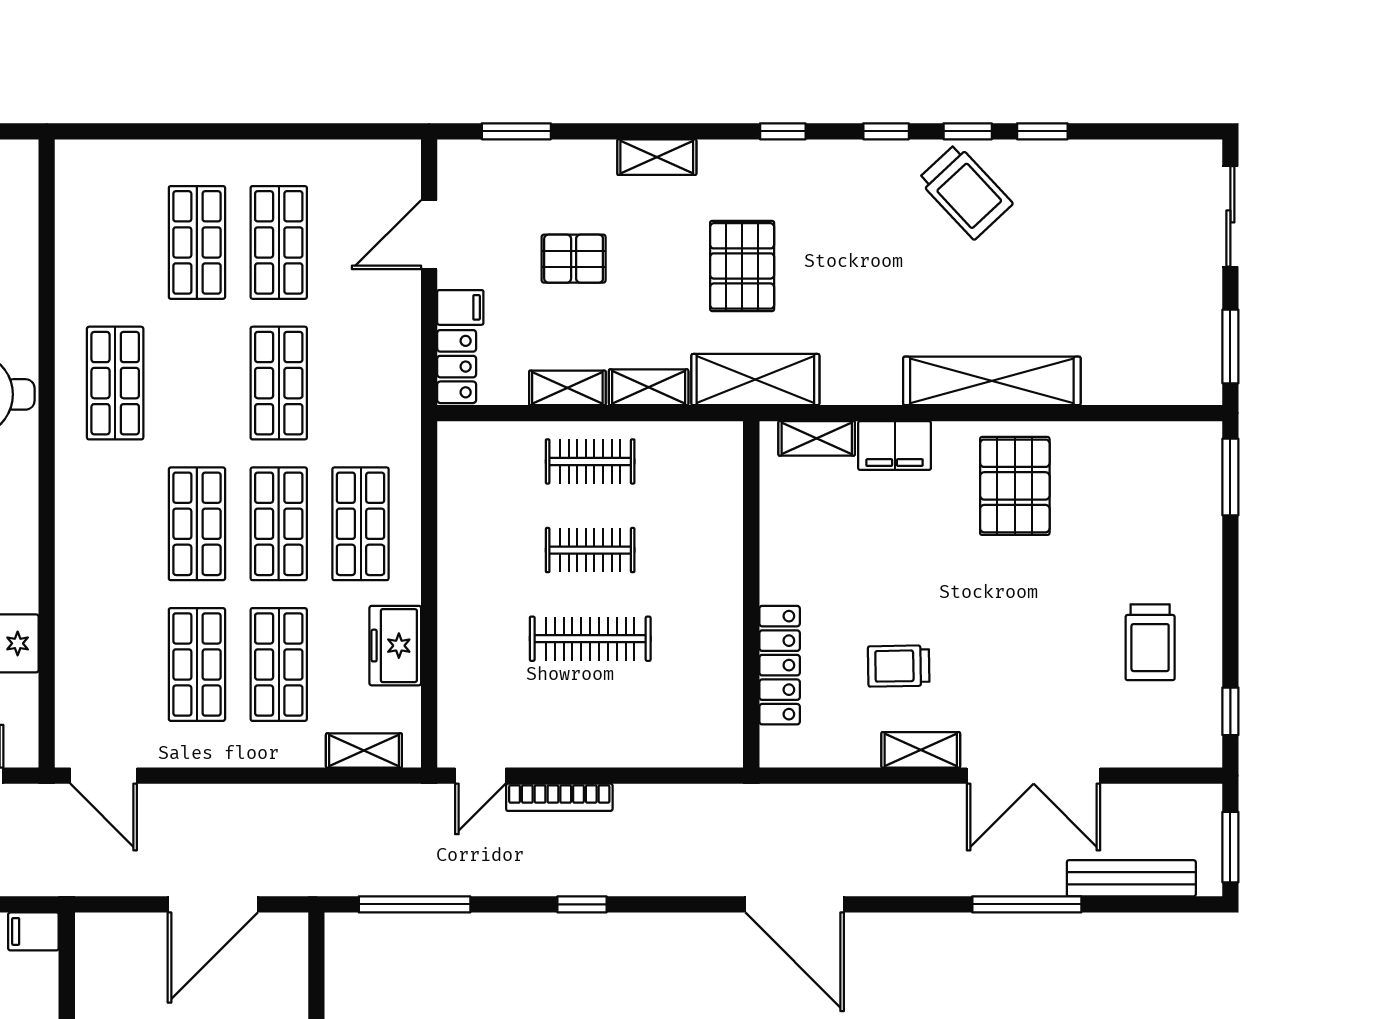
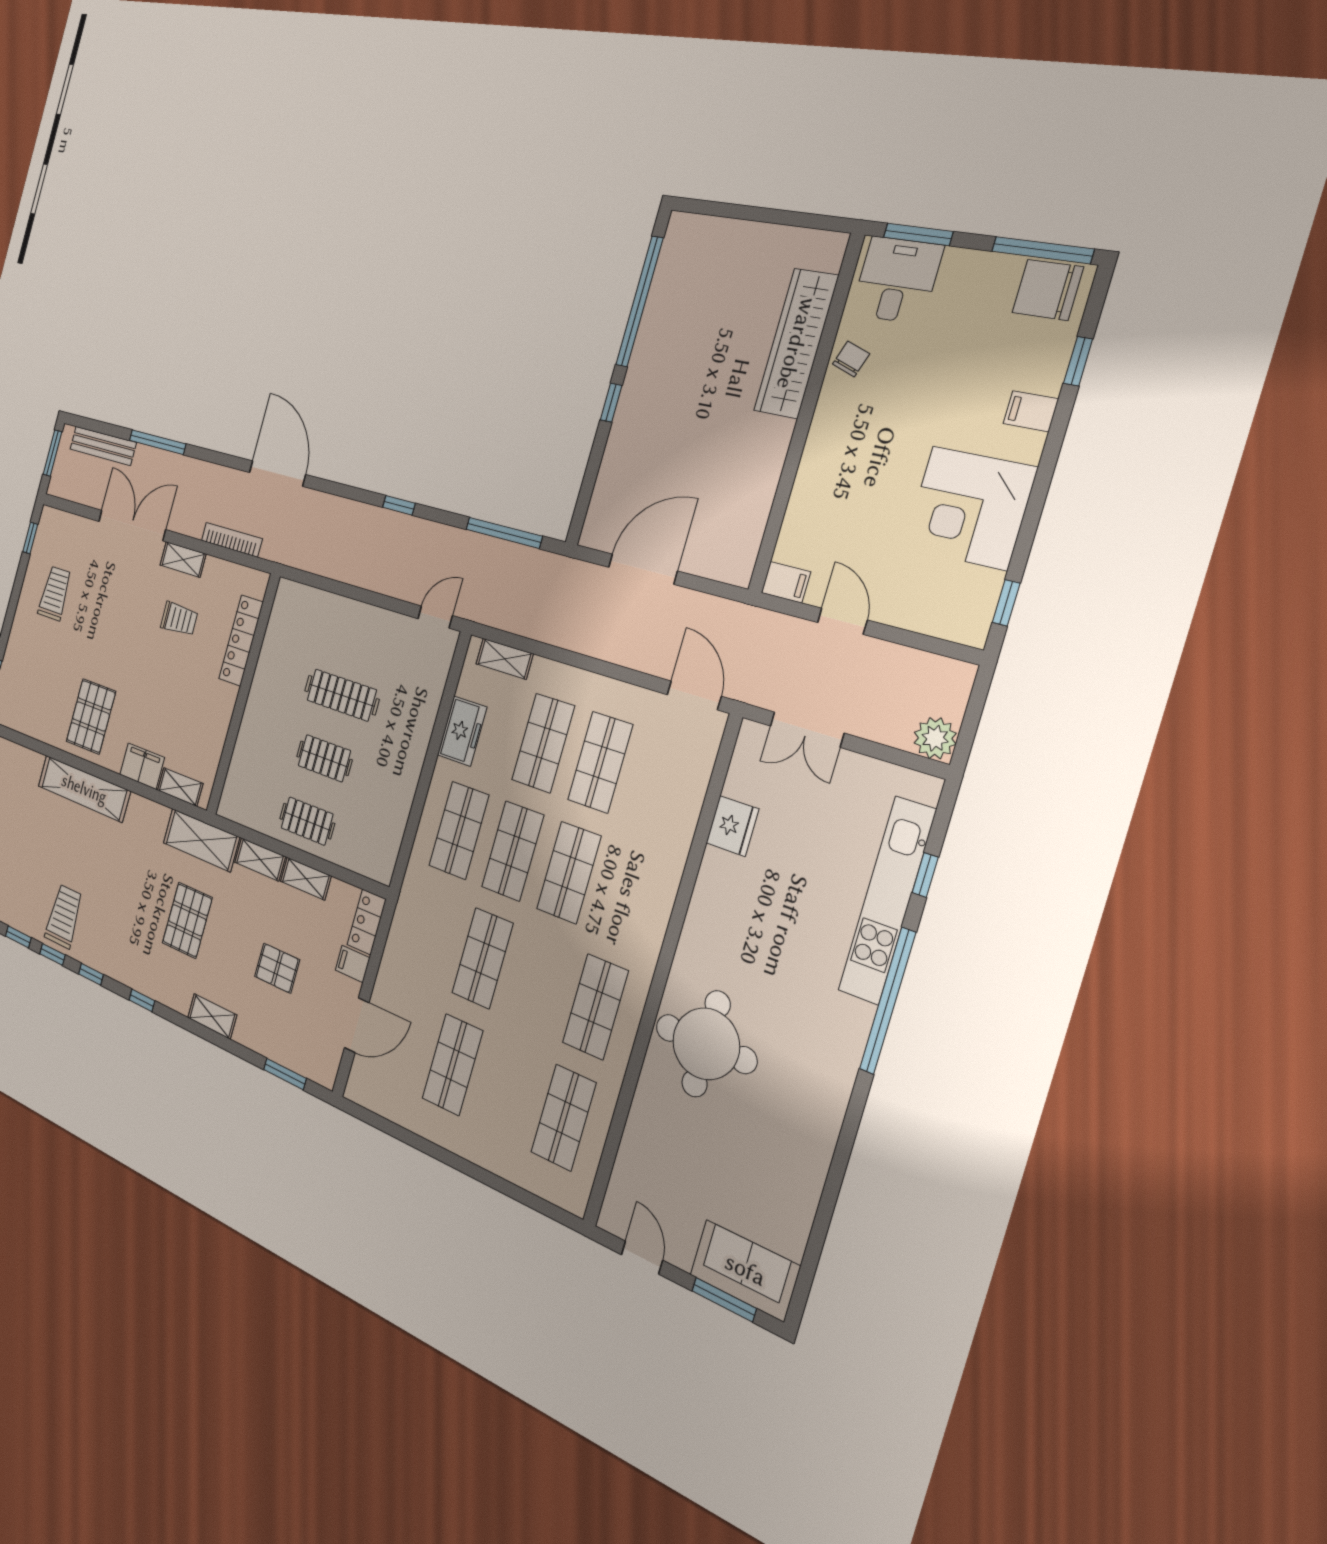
trolley: (965, 192) -> (64, 916), turned 43
shop shelf: (197, 242) -> (564, 1118), moved
bookcase: (559, 797) -> (232, 540), moved

